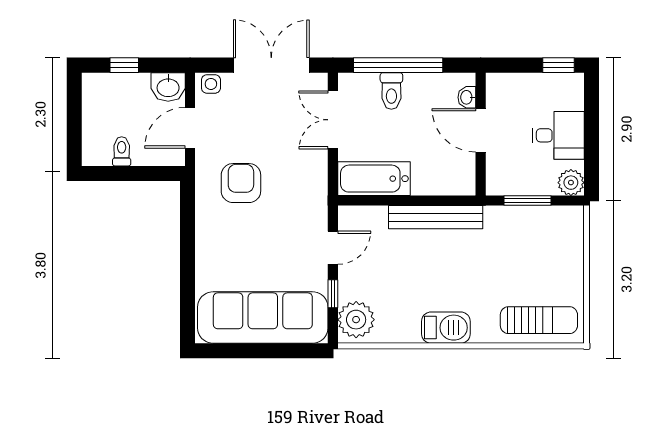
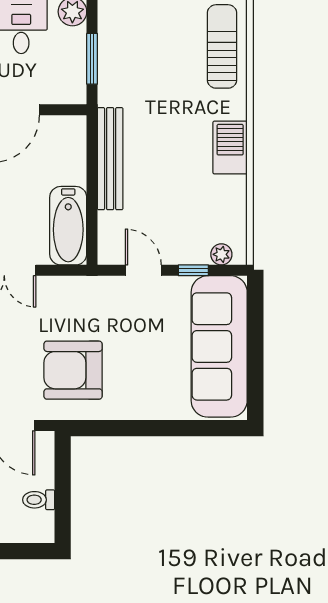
armchair: (241, 183) -> (73, 370), width x1.36, depth x1.36
plant: (356, 320) -> (221, 254), width x0.53, depth x0.53

